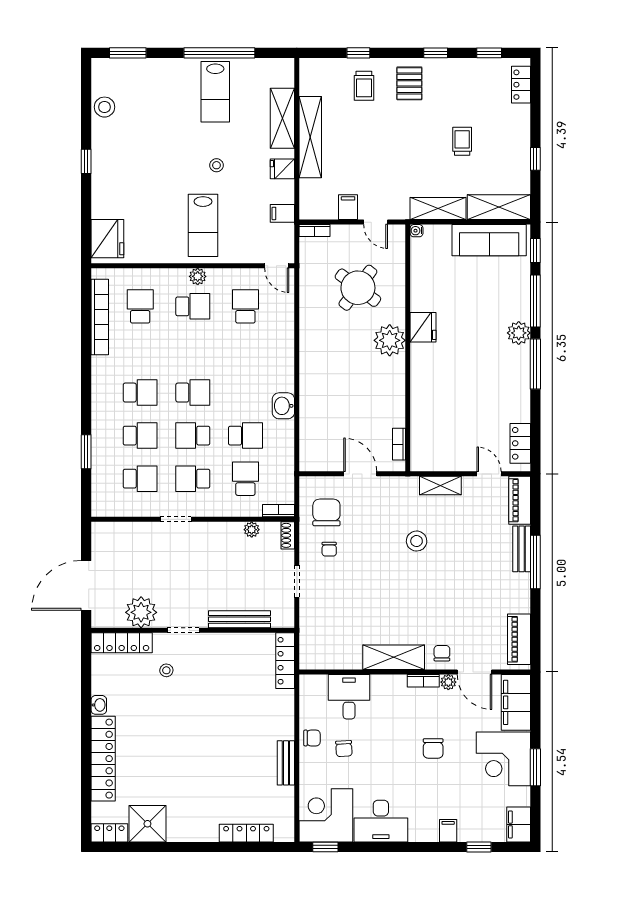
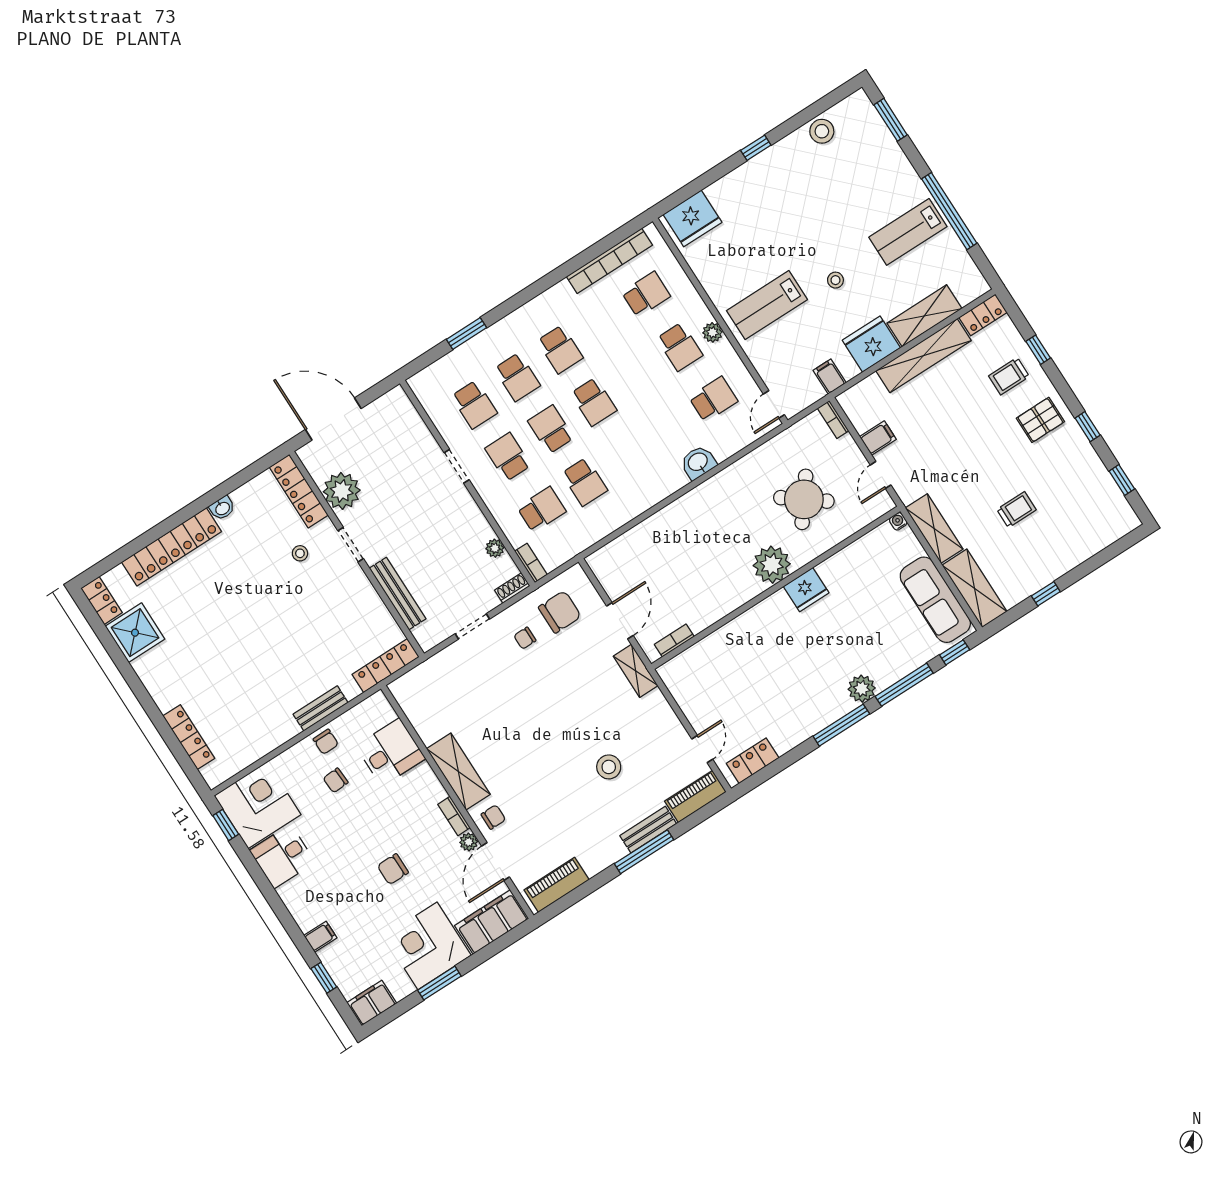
locker: (521, 85) -> (983, 315), moved, turned 180
fridge: (282, 169) -> (871, 344), width x1.88, depth x1.34
washbasin: (283, 406) -> (698, 462), moved
shelving: (440, 485) -> (636, 671), moved
stool: (417, 541) -> (609, 767), moved
bench: (286, 763) -> (321, 708), moved
desk: (381, 821) -> (282, 856), width x0.73

